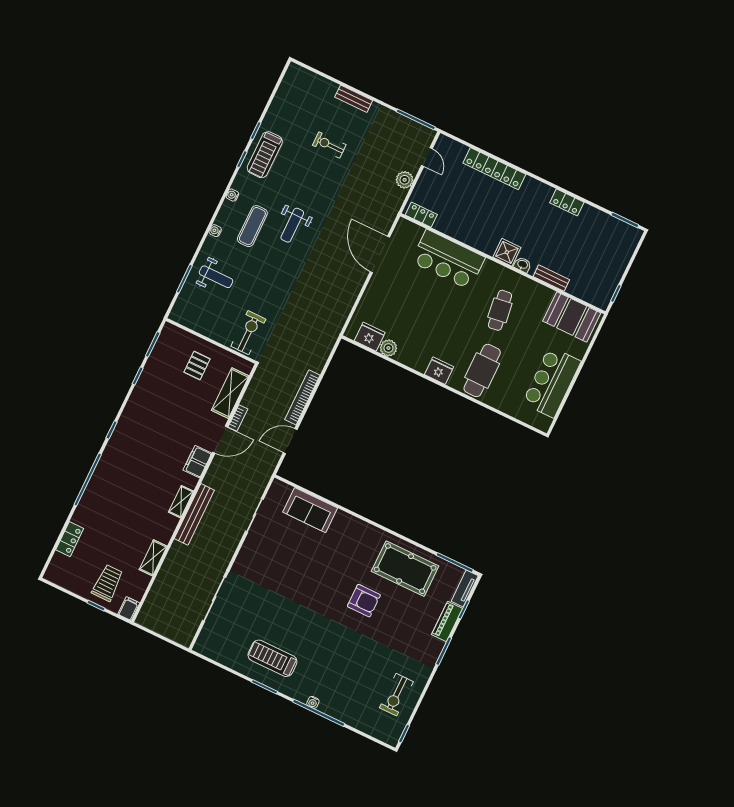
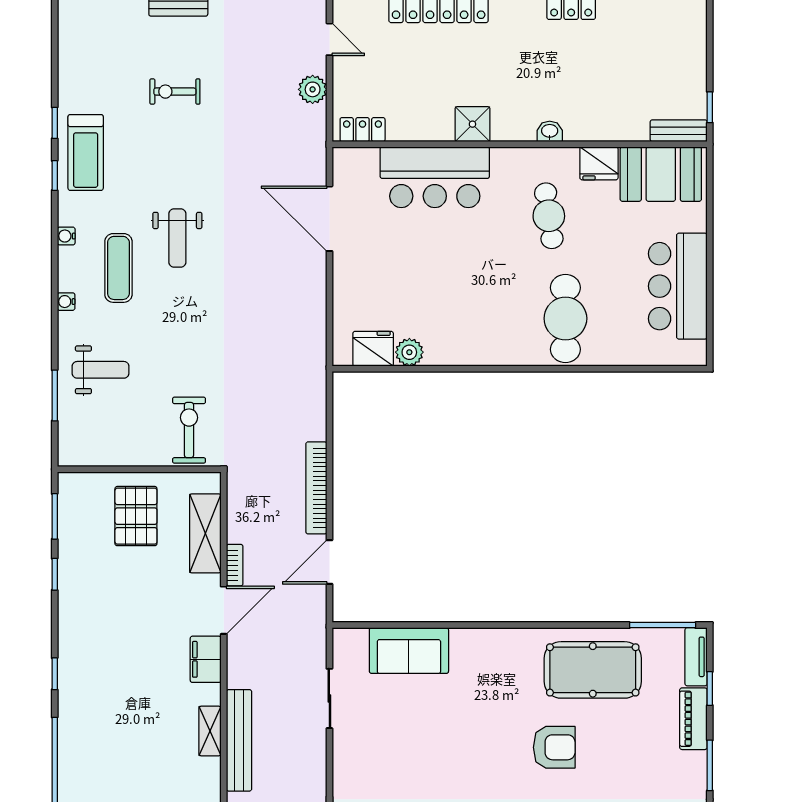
shower: (507, 252) -> (472, 124), moved
bench: (551, 278) -> (679, 131), moved
pallet: (197, 366) -> (136, 516), width x1.50, depth x1.42
fridge: (439, 371) -> (599, 163), moved, turned 180

